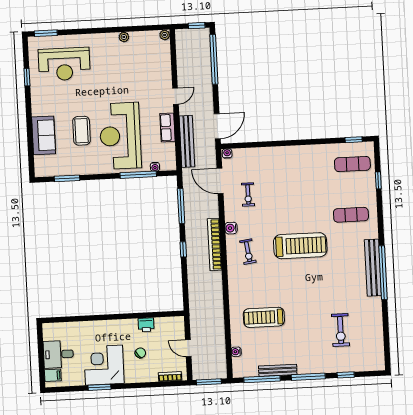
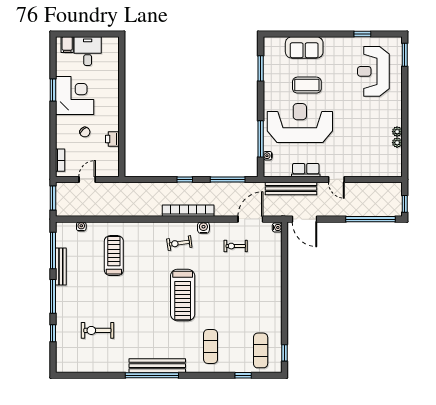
plant: (165, 35) -> (397, 143), moved

